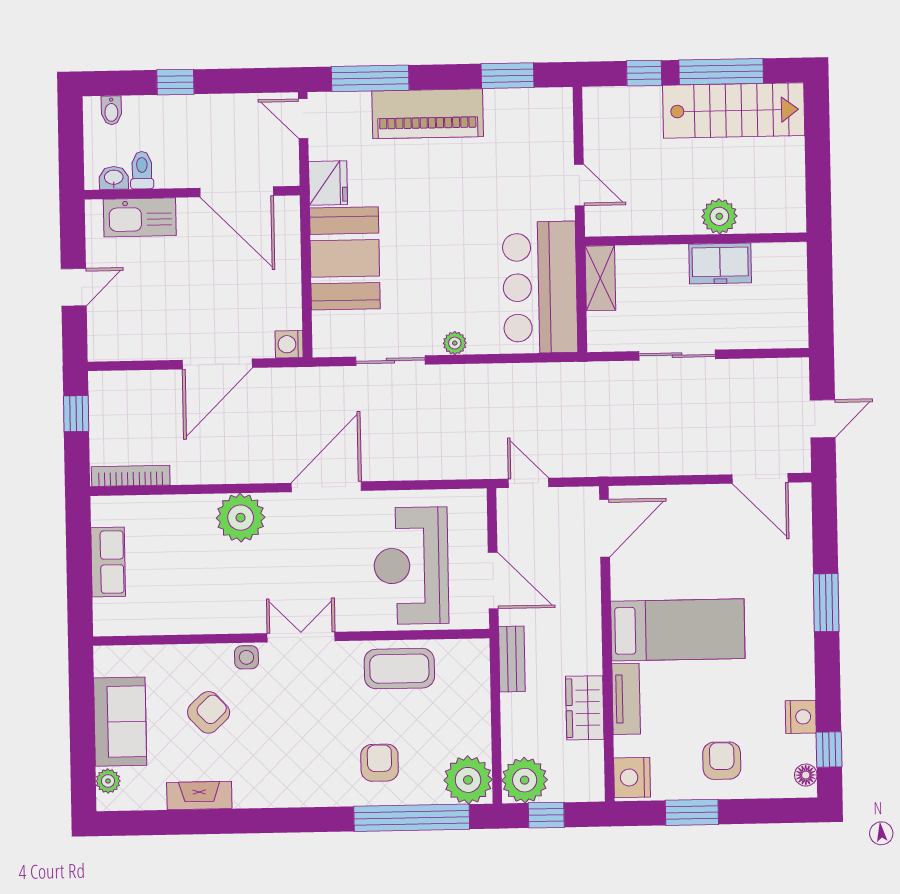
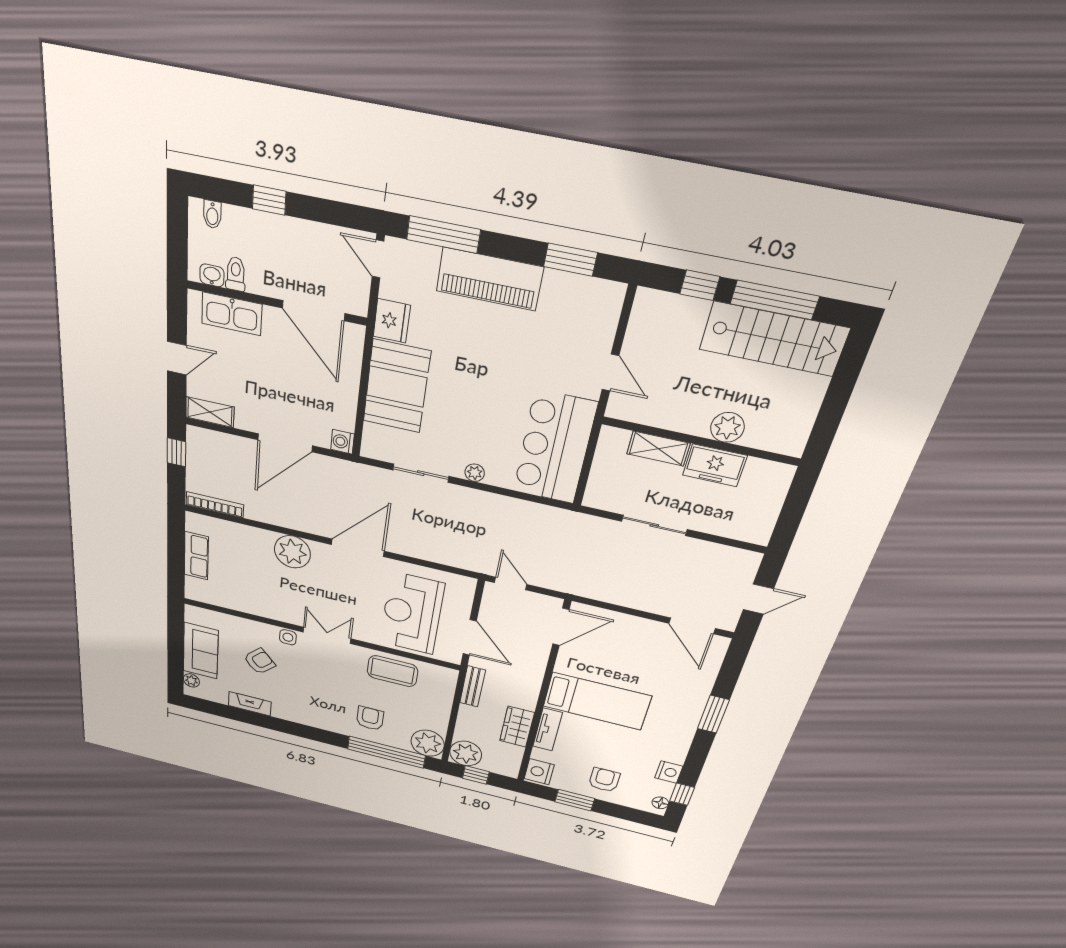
shelving: (600, 278) -> (658, 449), moved, turned 90
shelving: (118, 347) -> (210, 412), added

